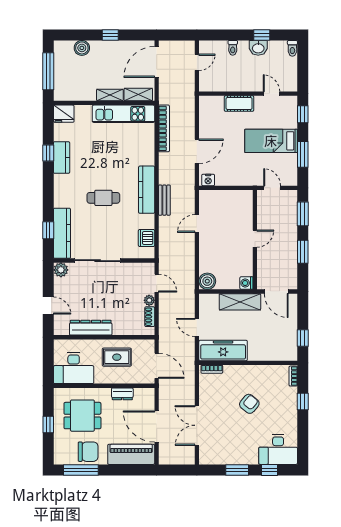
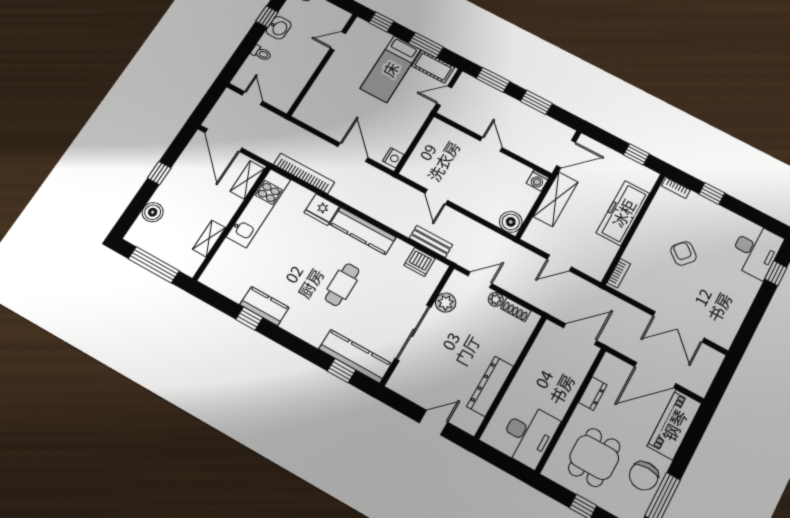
shelving: (110, 95) -> (209, 238), moved
cot: (239, 103) -> (433, 67), moved, turned 90
fridge: (64, 114) -> (322, 209), moved, turned 90
bench: (164, 200) -> (431, 241), moved
plant: (61, 270) -> (446, 303), moved
freezer: (223, 350) -> (623, 213), moved
rug: (117, 357) -> (544, 375), removed
chair: (88, 452) -> (644, 476), turned 180
window: (237, 470) -> (757, 310), removed

